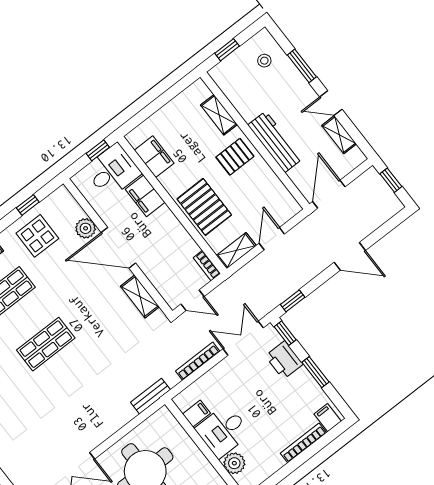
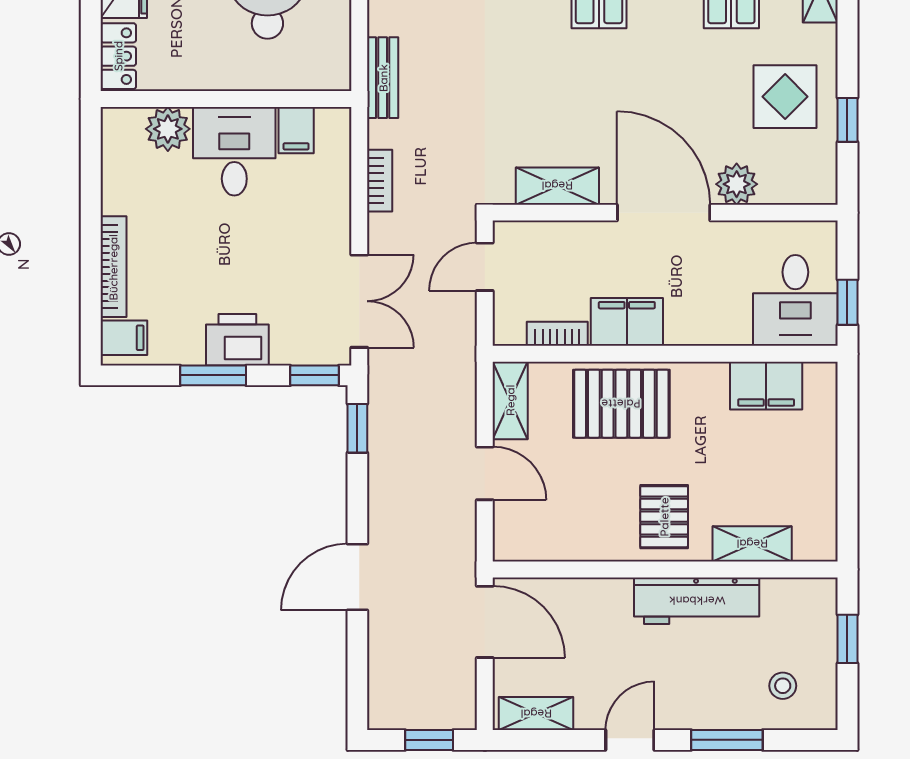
shelving: (339, 135) -> (536, 714), moved
workbench: (275, 142) -> (697, 601), moved
filing cabinet: (145, 196) -> (627, 322), moved
door: (118, 248) -> (664, 213), hinge flipped
bookcase: (207, 266) -> (557, 334), moved
printer: (284, 360) -> (237, 340), moved
bookcase: (198, 361) -> (380, 181), width x0.64

